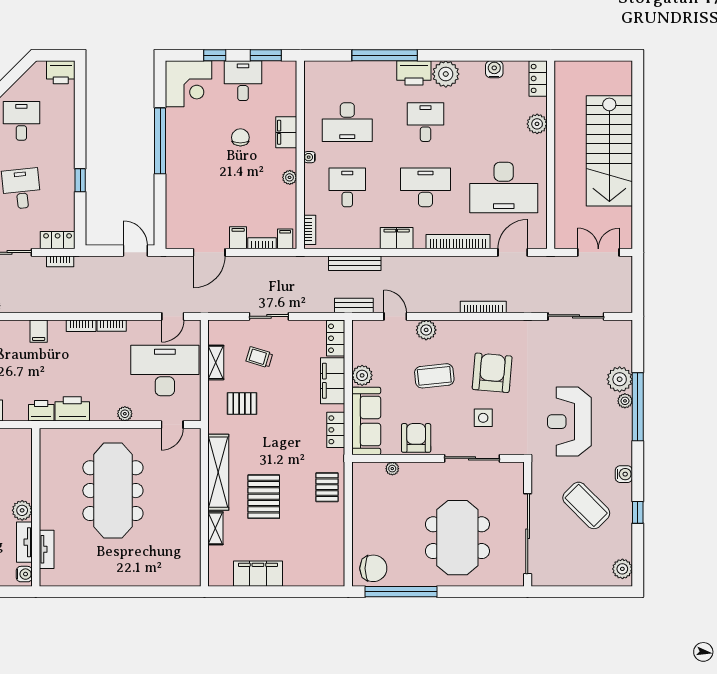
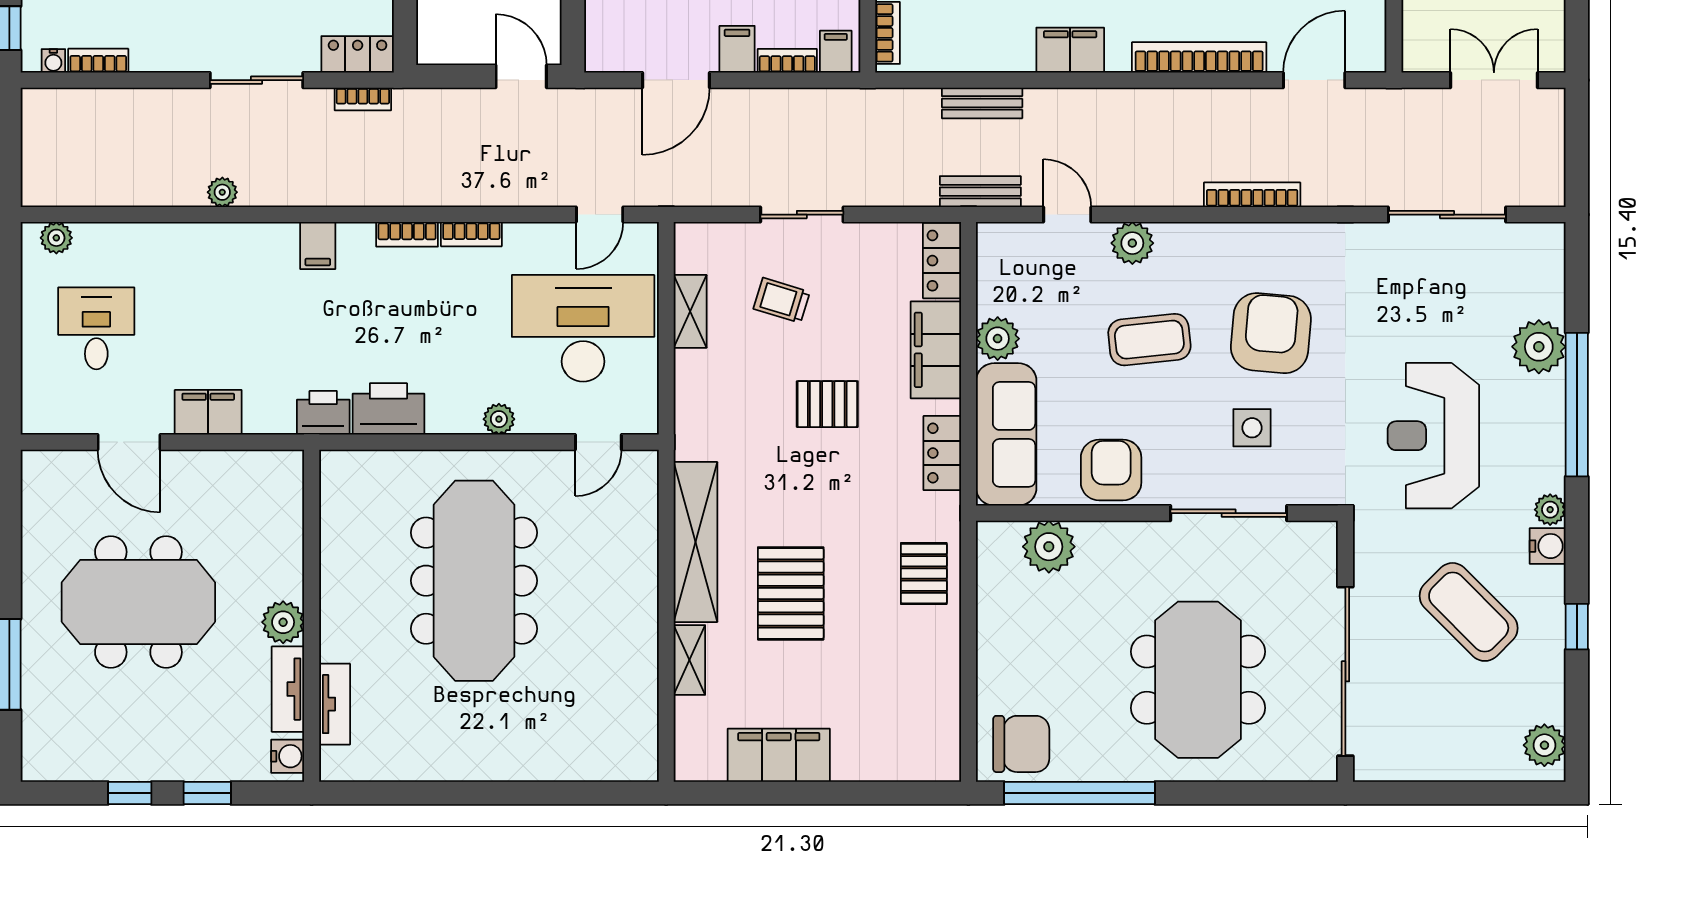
bench: (355, 263) -> (982, 103), width x0.73
plant: (625, 401) -> (1550, 510), moved
pallet: (242, 404) -> (827, 404), moved
plant: (392, 469) -> (1049, 547), width x1.88, depth x1.88

